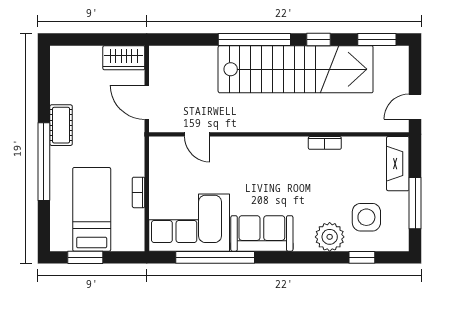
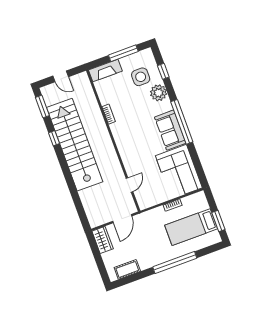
window: (254, 40) -> (67, 173), removed
door: (415, 107) -> (61, 76), moved
cot: (61, 125) -> (127, 269), moved
window: (215, 257) -> (182, 122), moved

